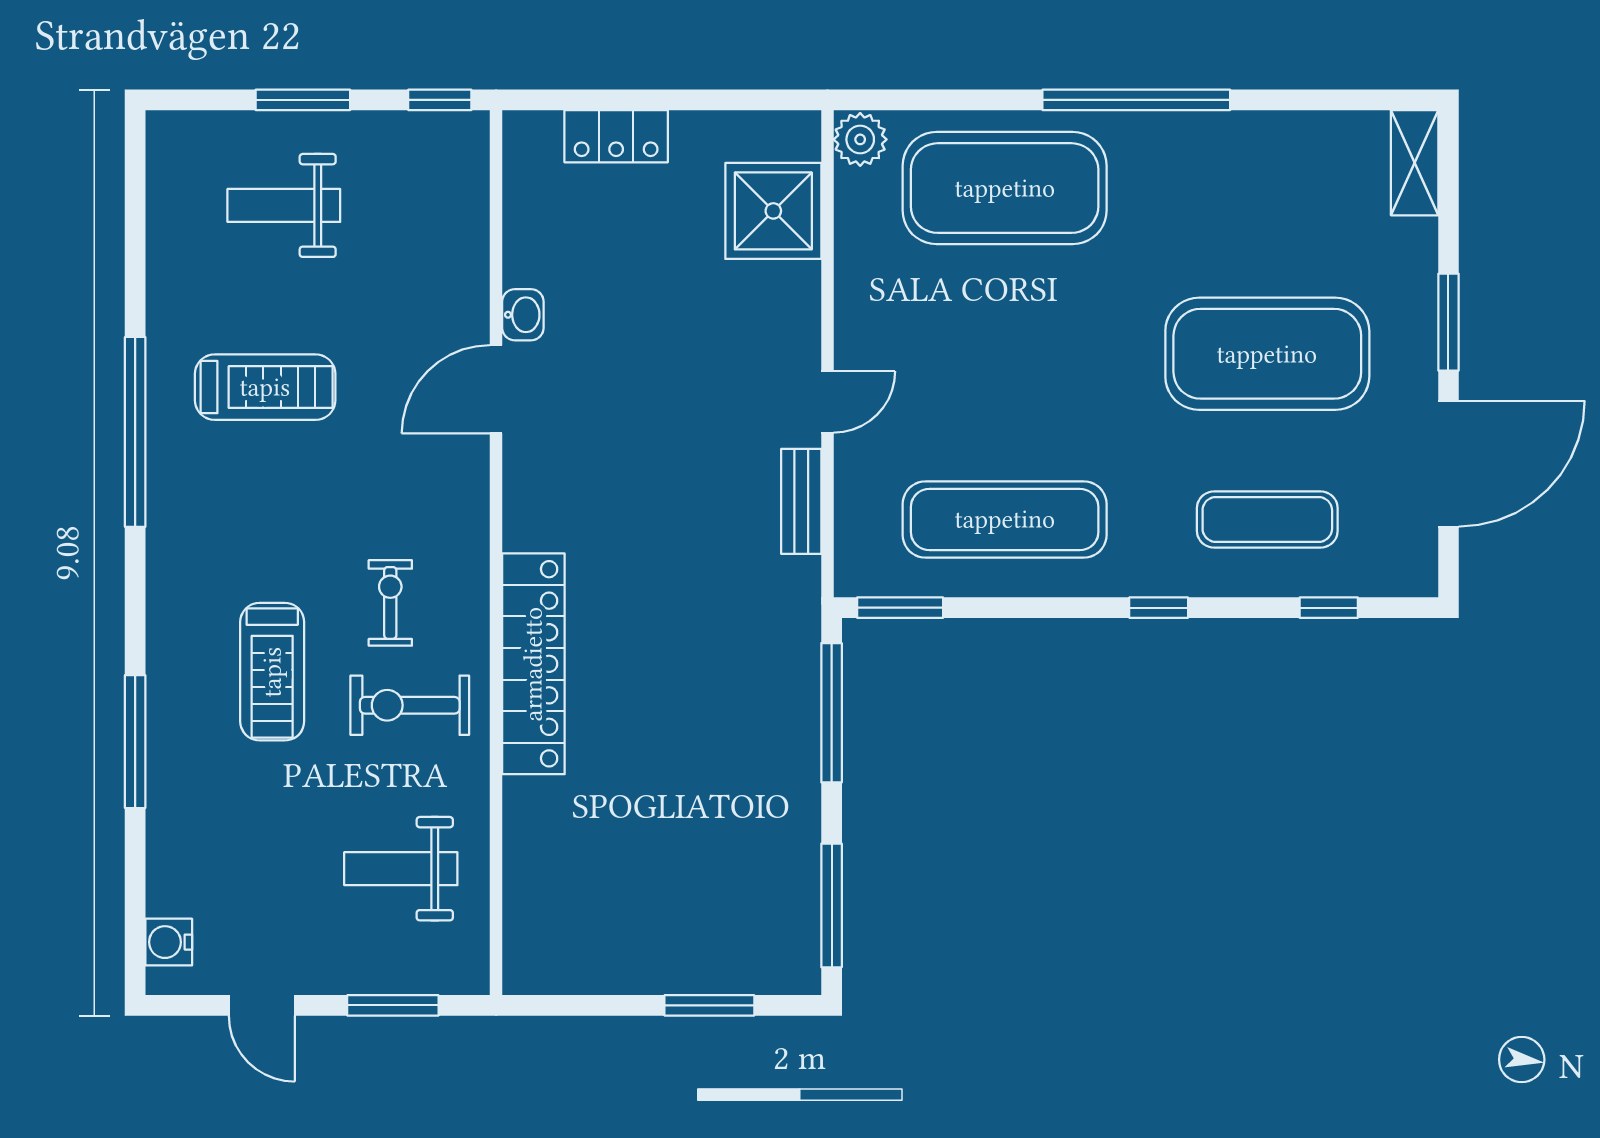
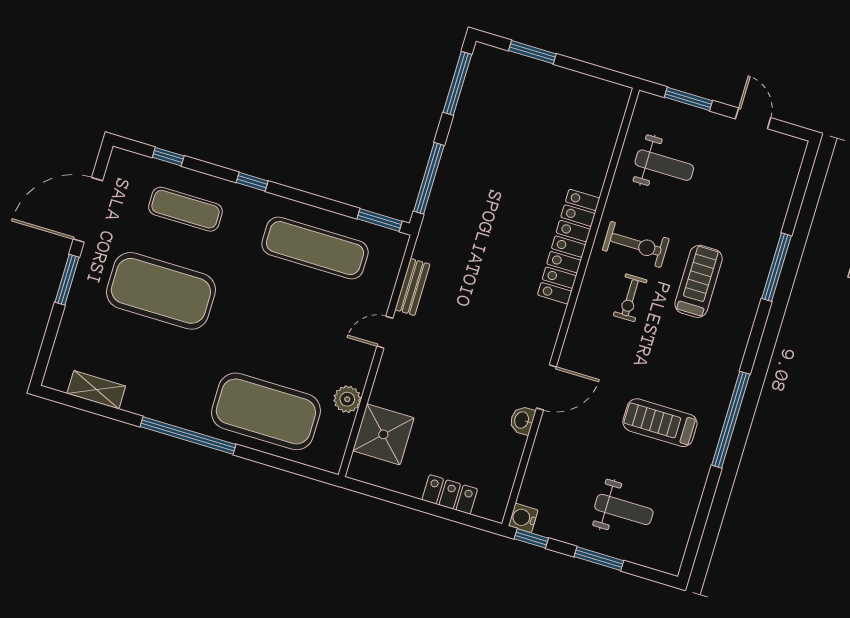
plant: (860, 139) -> (347, 399), moved
shelving: (1415, 163) -> (96, 390), moved, turned 90
water cooler: (169, 942) -> (523, 518), moved, turned 180

